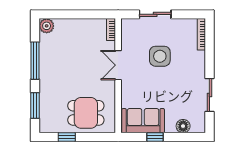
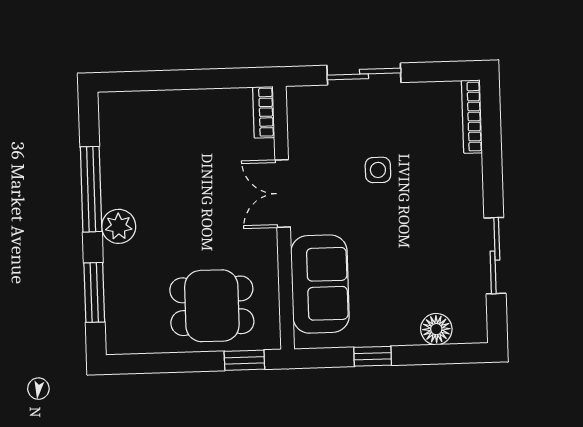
plant: (47, 26) -> (119, 226), moved
side table: (160, 56) -> (378, 170), width x0.54, depth x0.54
sofa: (143, 121) -> (320, 284), moved, turned 90
window: (67, 137) -> (244, 360), moved

